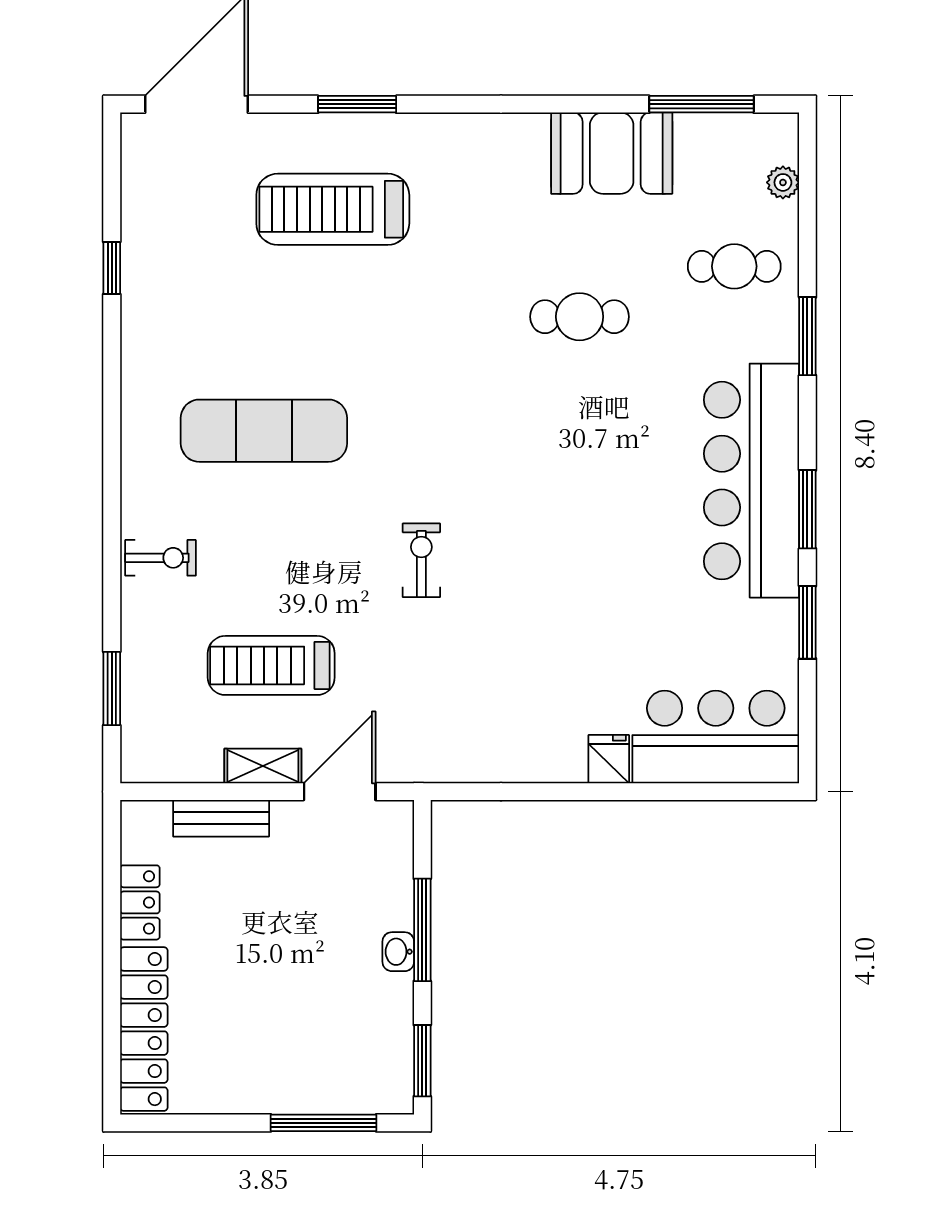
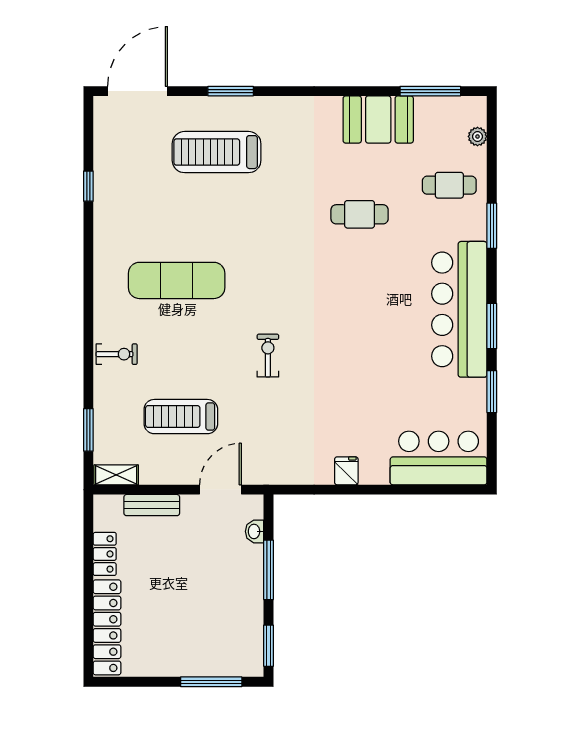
fridge: (609, 759) -> (346, 471), moved
shelving: (263, 766) -> (116, 475), moved
washbasin: (398, 952) -> (254, 531), moved

